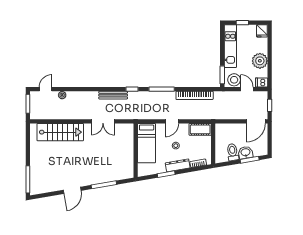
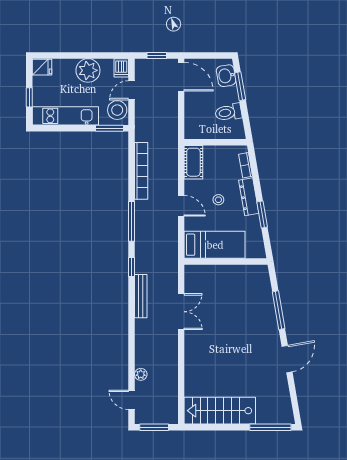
stairs: (60, 132) -> (220, 411), moved, turned -90
washbasin: (246, 153) -> (226, 76), moved
door: (72, 190) -> (287, 359), hinge flipped

